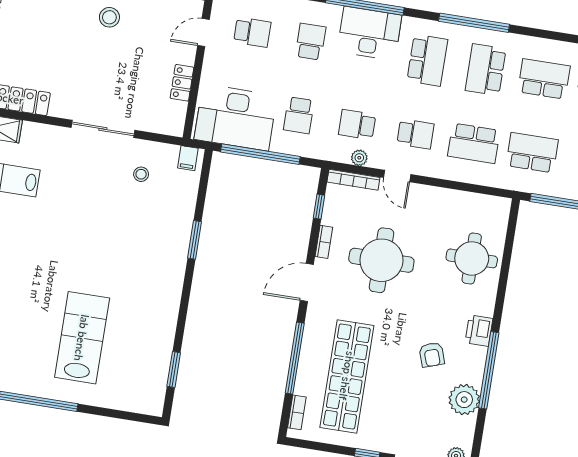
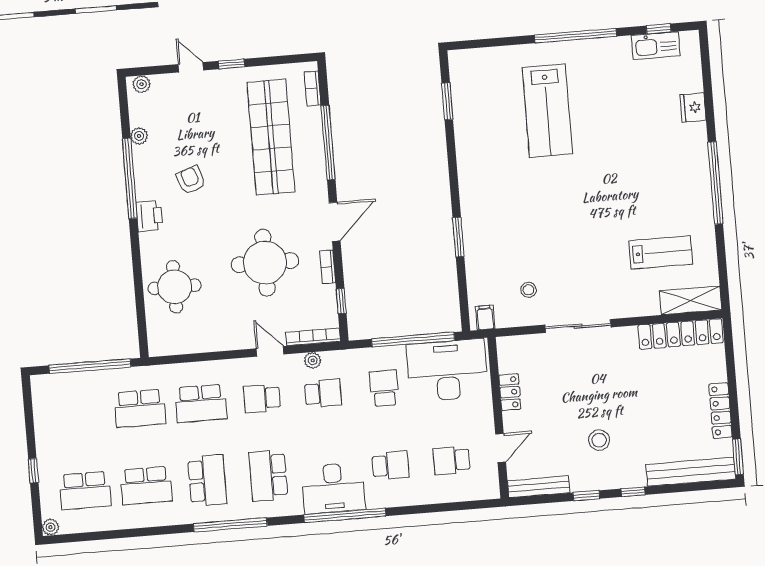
school desk: (311, 42) -> (390, 465), turned -90
school desk: (474, 143) -> (201, 403), turned 180
plant: (464, 400) -> (139, 136), width x0.53, depth x0.53

